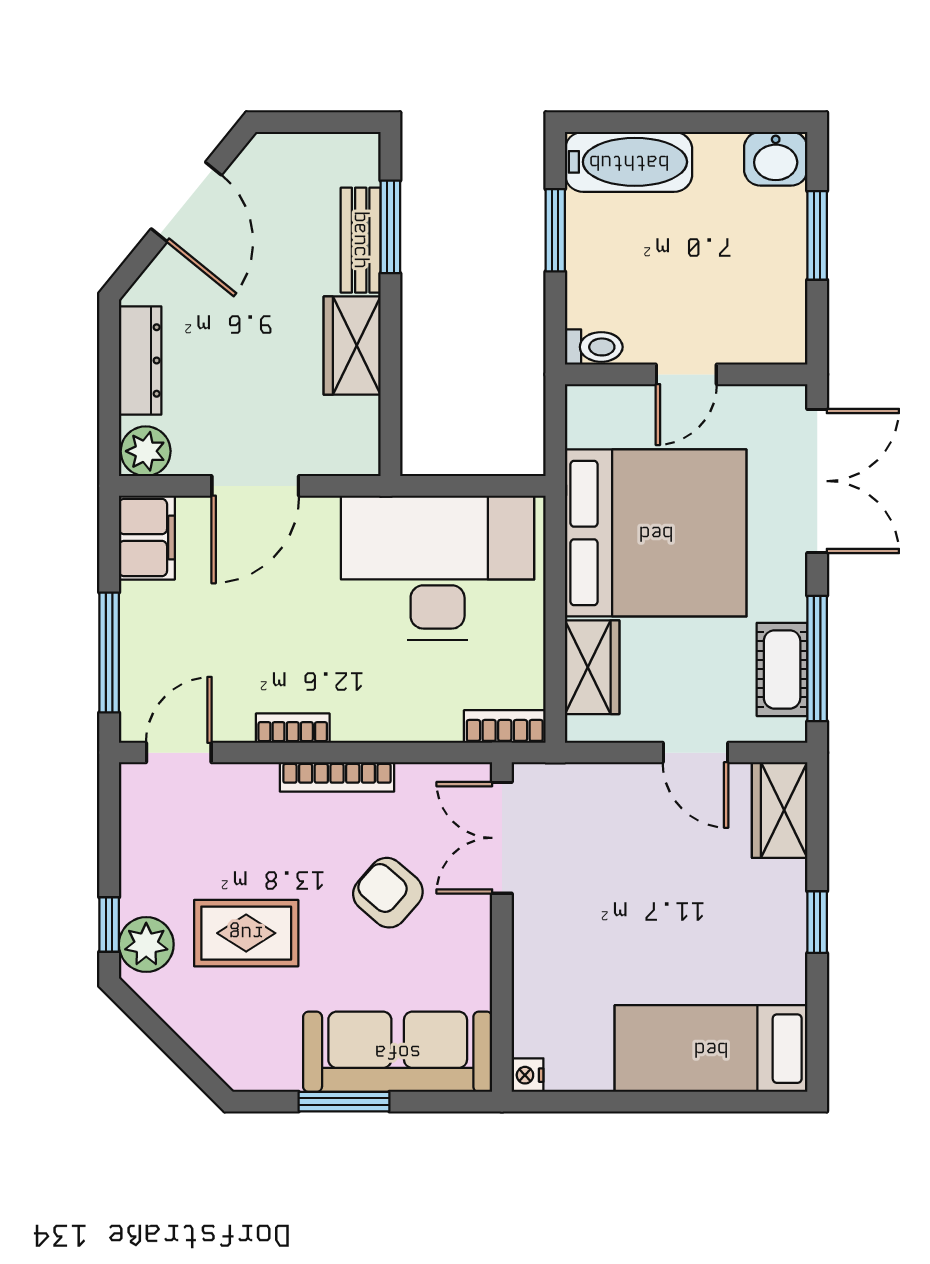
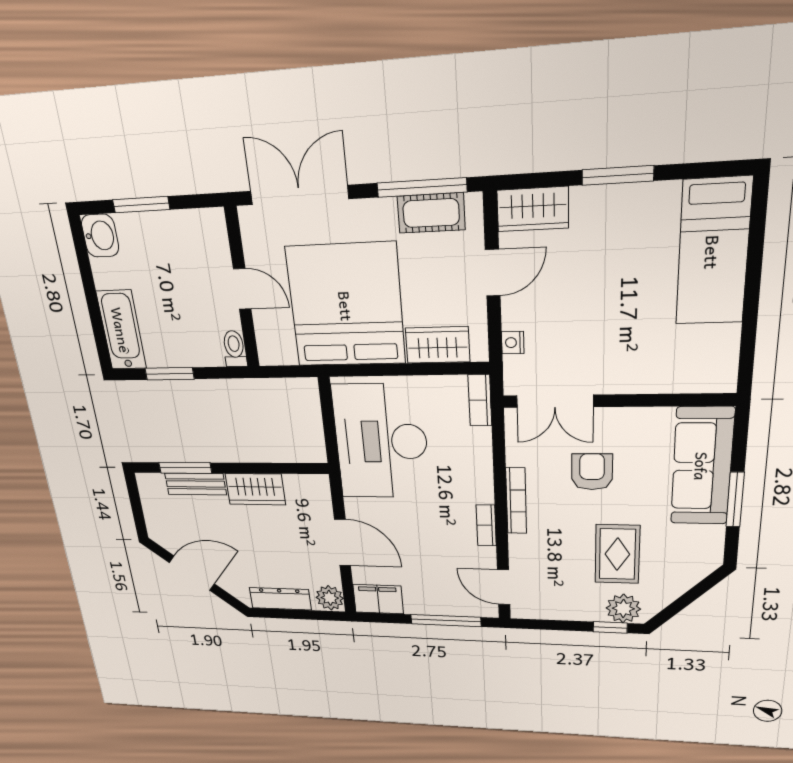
armchair: (388, 893) -> (592, 472), turned 139
window: (817, 922) -> (618, 175), width x1.50
nightstand: (528, 1075) -> (513, 343), moved, turned 90

